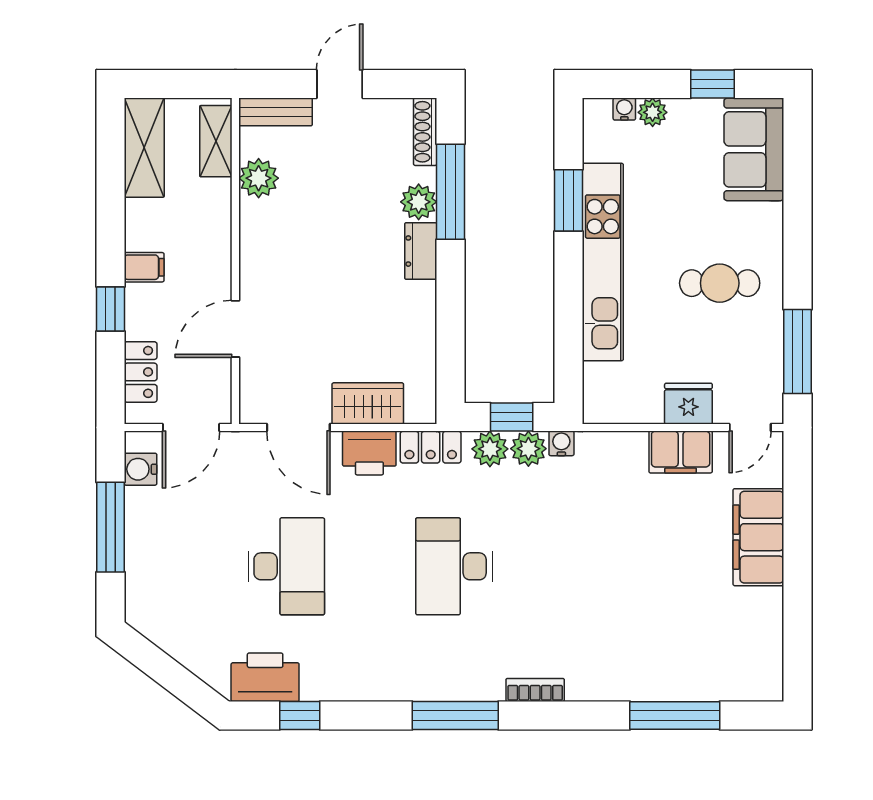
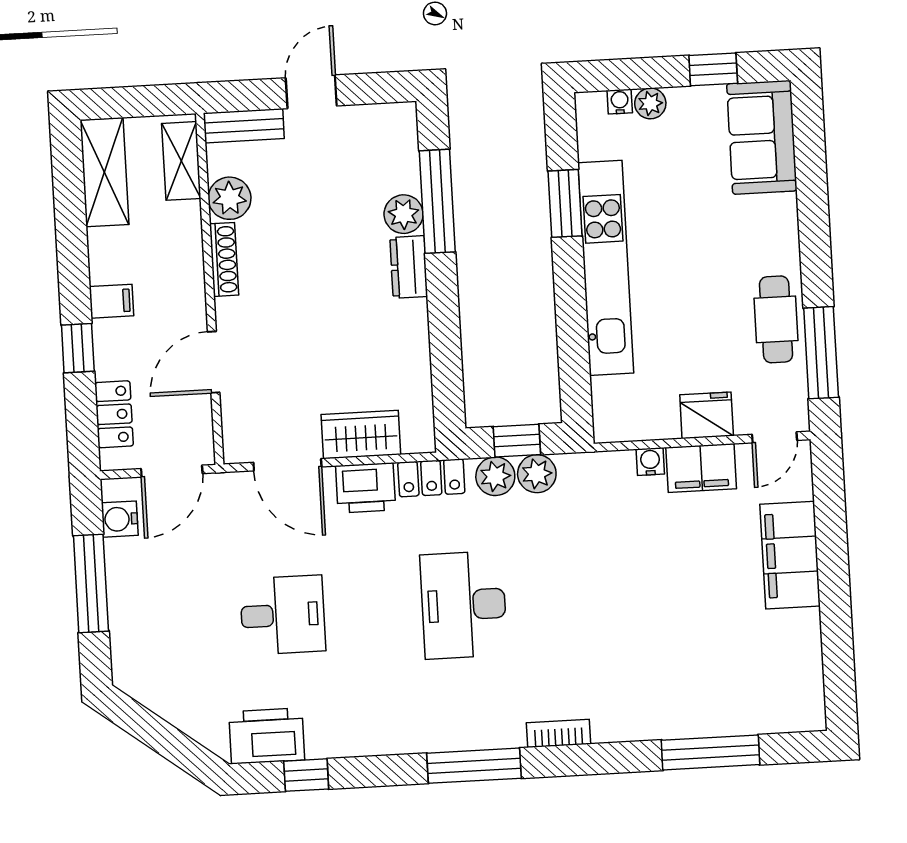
shoe rack: (425, 132) -> (224, 259), moved, turned 180
cafe table: (720, 283) -> (776, 319), moved, turned 90
water cooler: (561, 443) -> (650, 462), moved
desk: (286, 566) -> (283, 615), width x0.73

